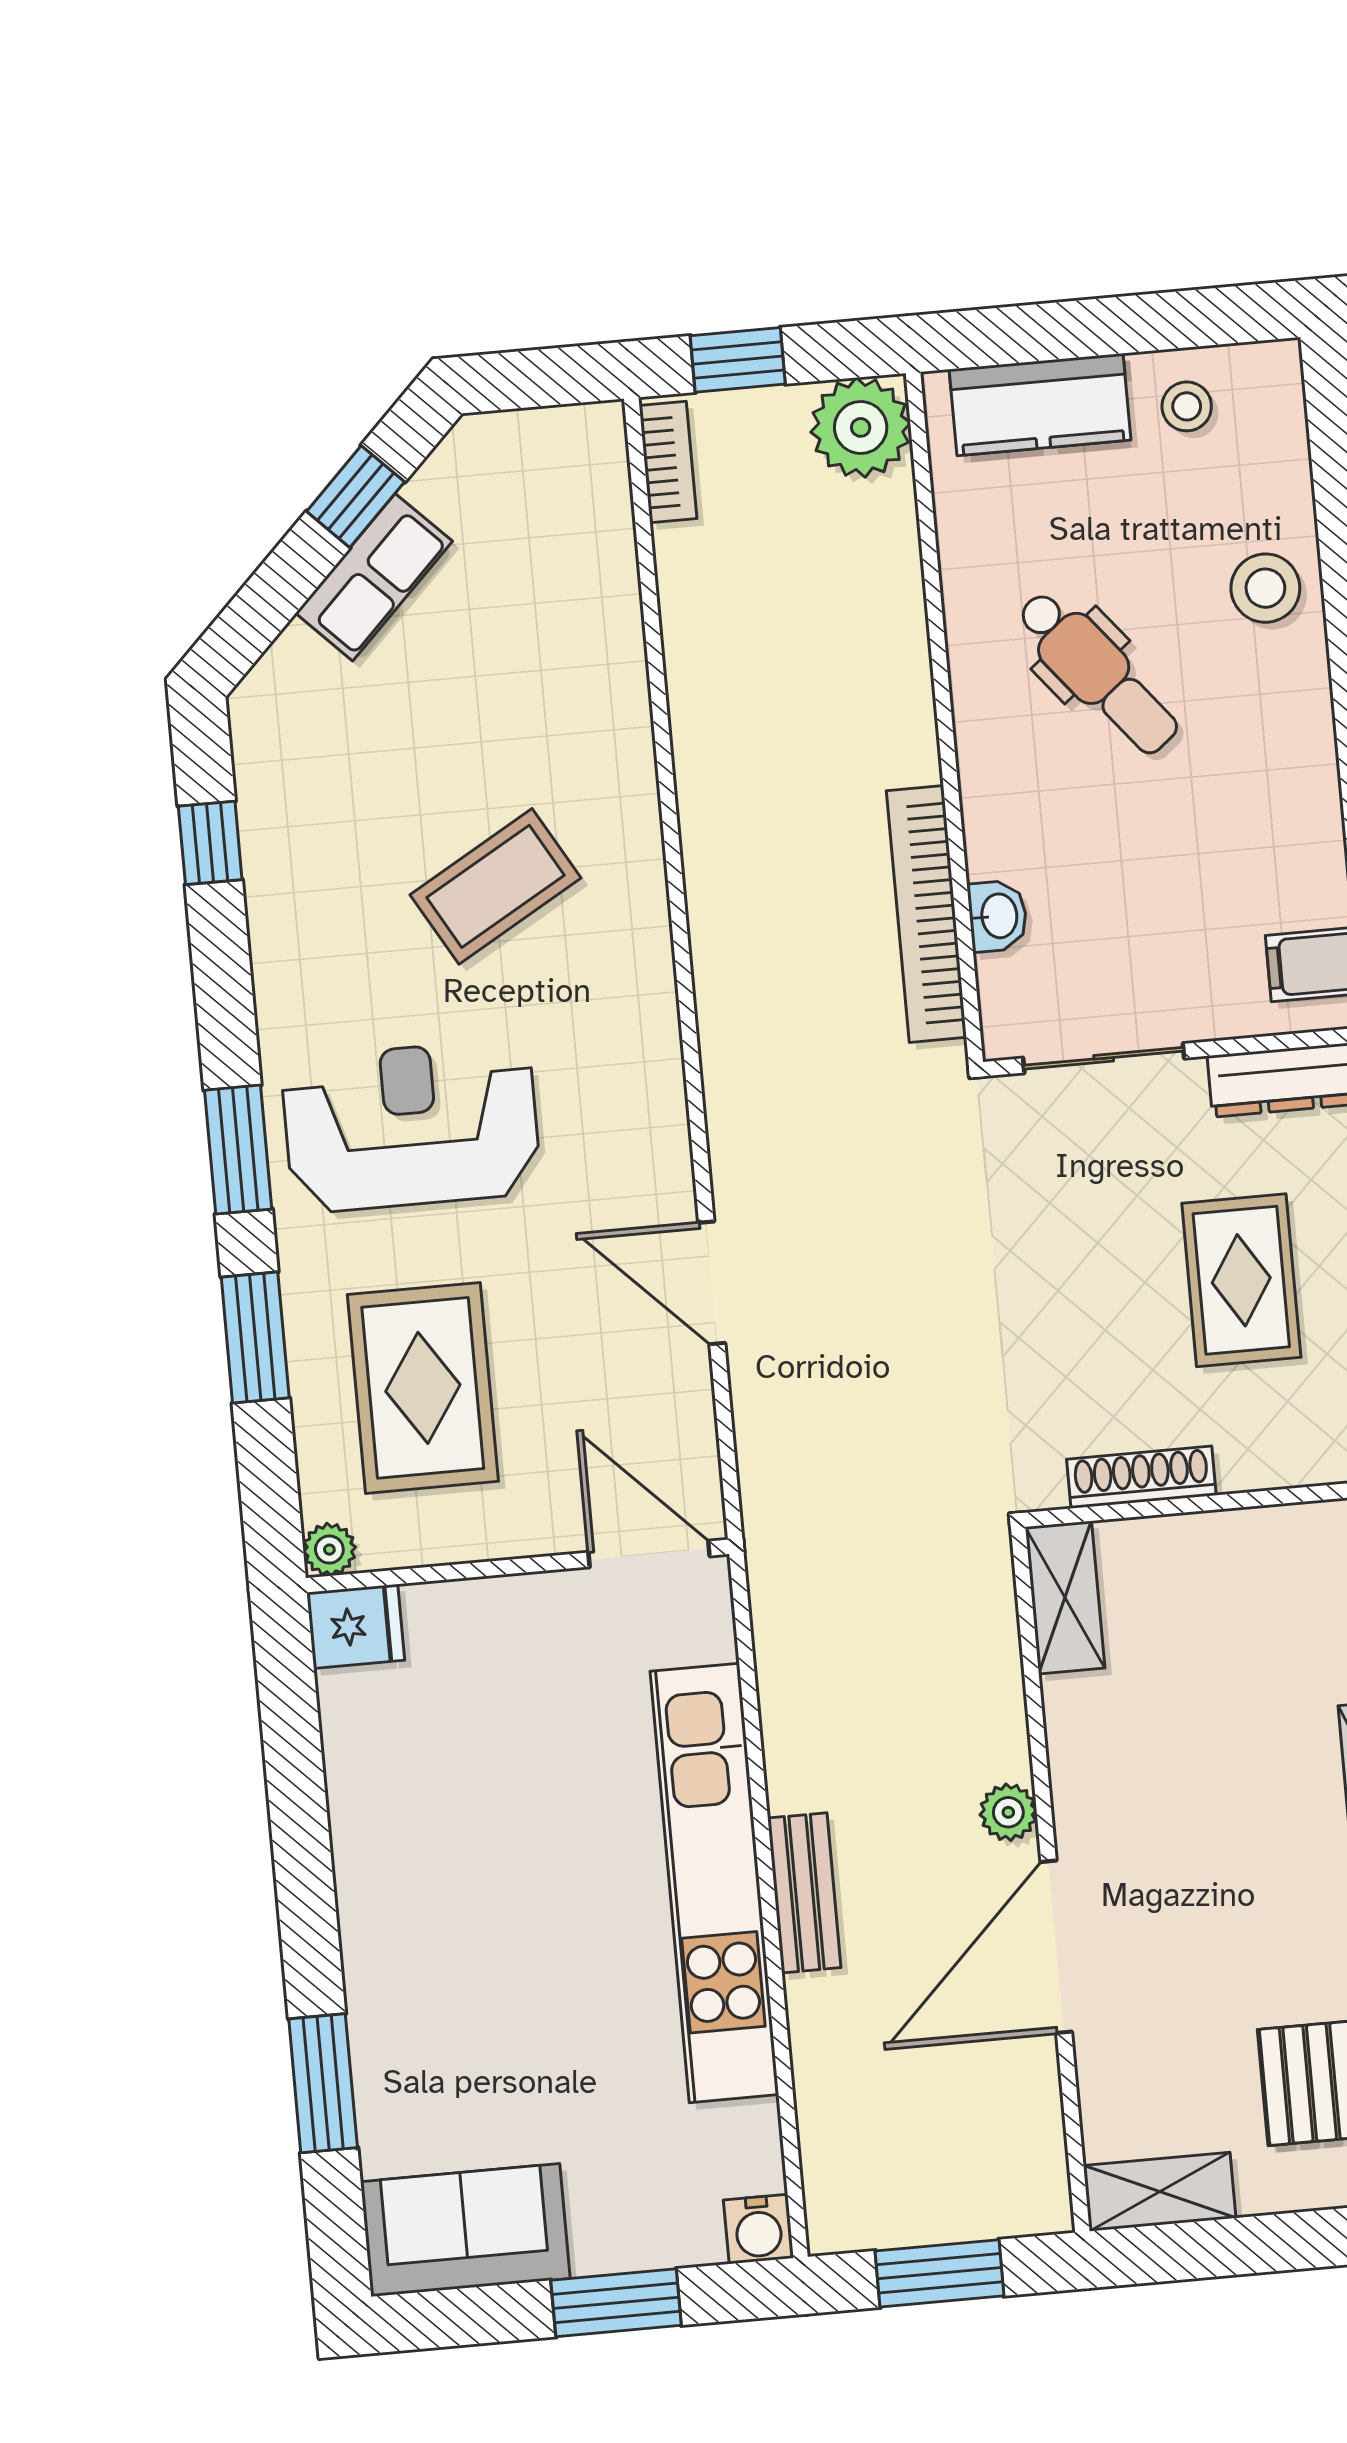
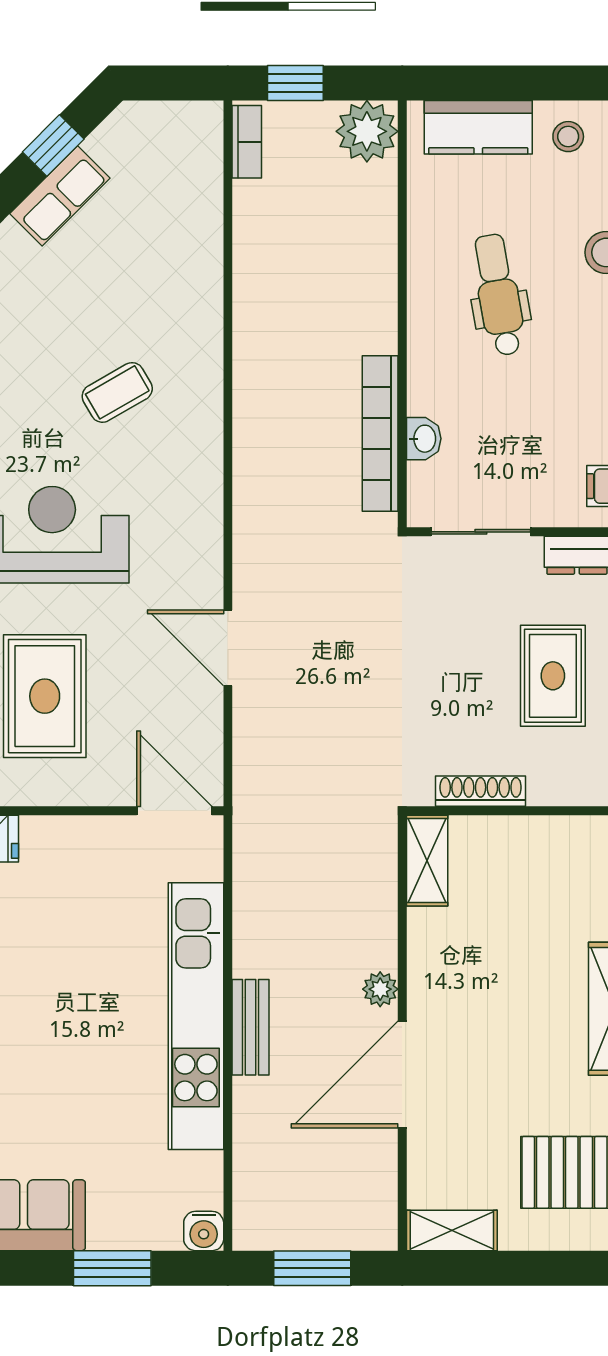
dental chair: (1097, 672) -> (498, 295), turned -151
coffee table: (495, 886) -> (117, 392), width x0.73, depth x0.77

